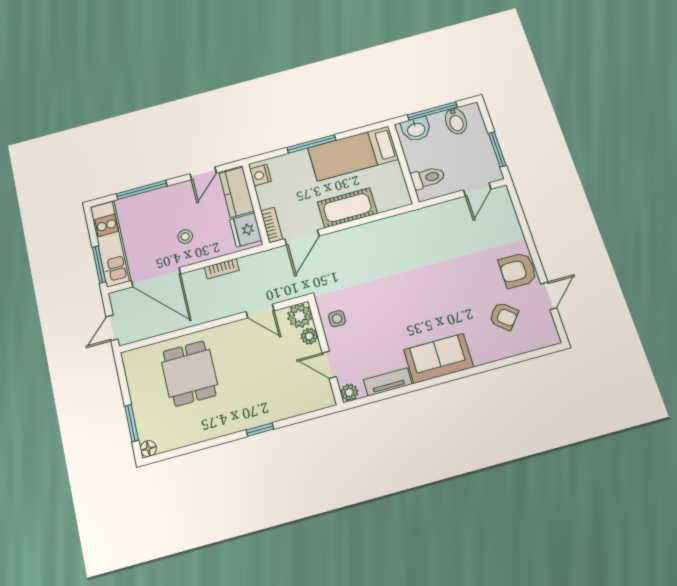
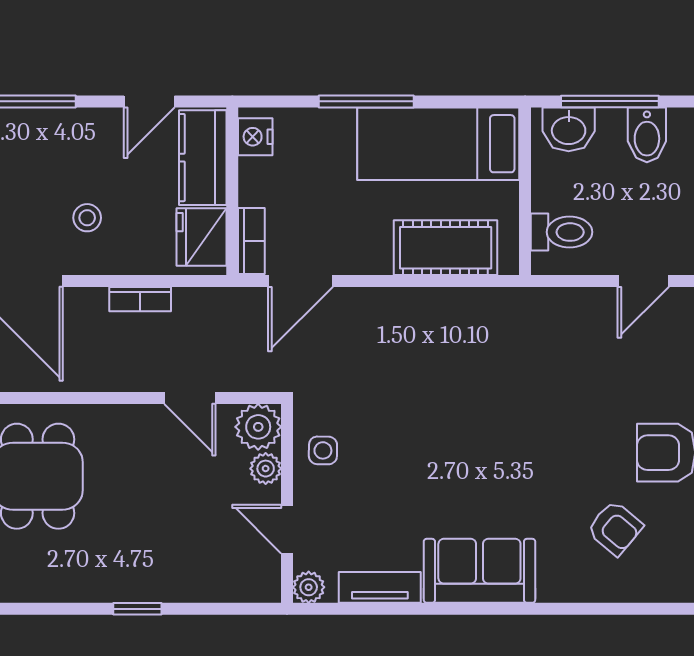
cot: (347, 208) -> (446, 248), moved

